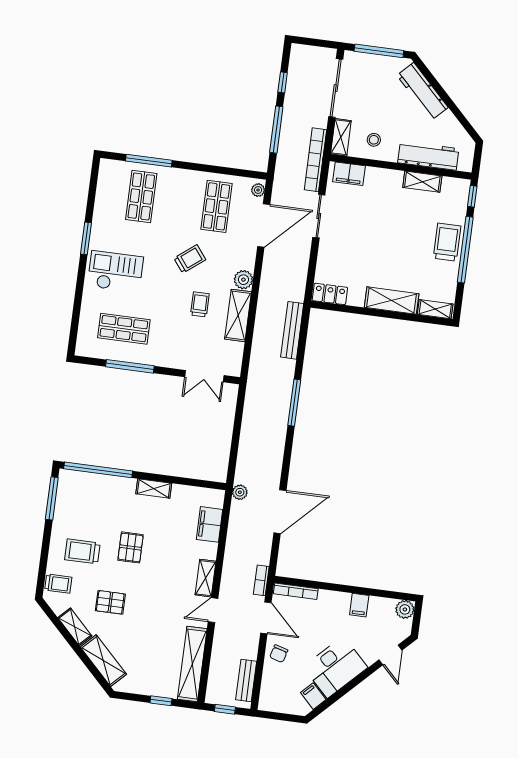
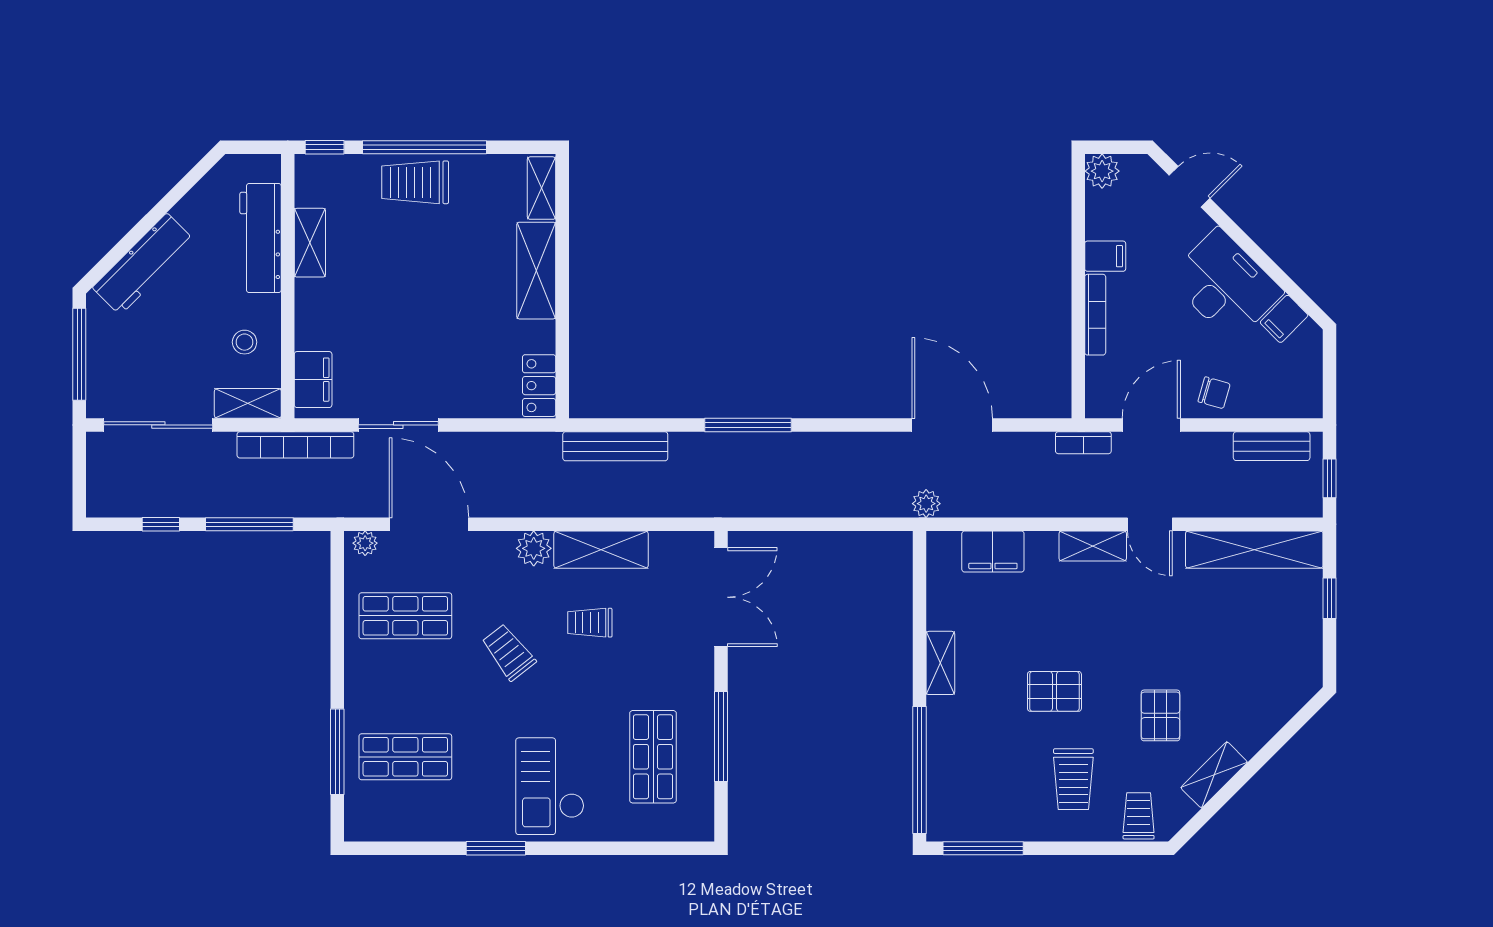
double door: (204, 376) -> (721, 597), width x1.37
bookcase: (296, 591) -> (1095, 315), moved
shelving: (103, 661) -> (1270, 714), removed

